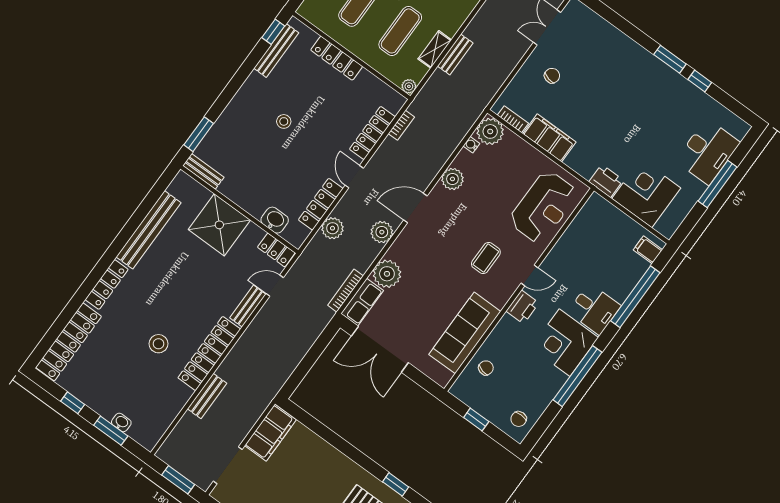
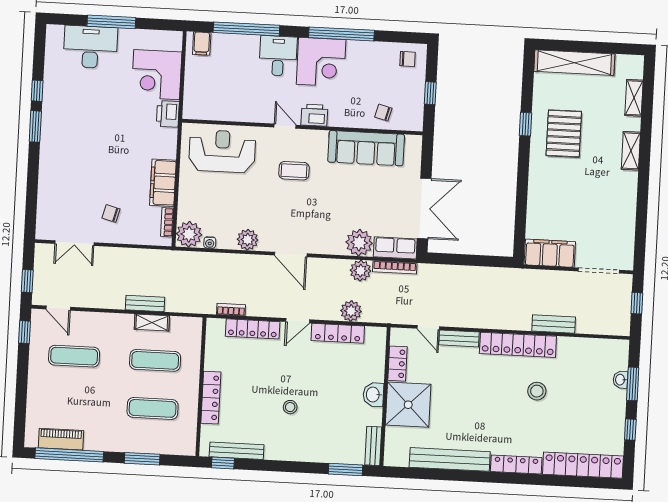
plant: (409, 86) -> (195, 324), removed
washbasin: (275, 220) -> (373, 395), moved
plant: (382, 232) -> (360, 271), moved
locker: (276, 250) -> (397, 364), moved
window: (178, 480) -> (637, 303), width x0.67

